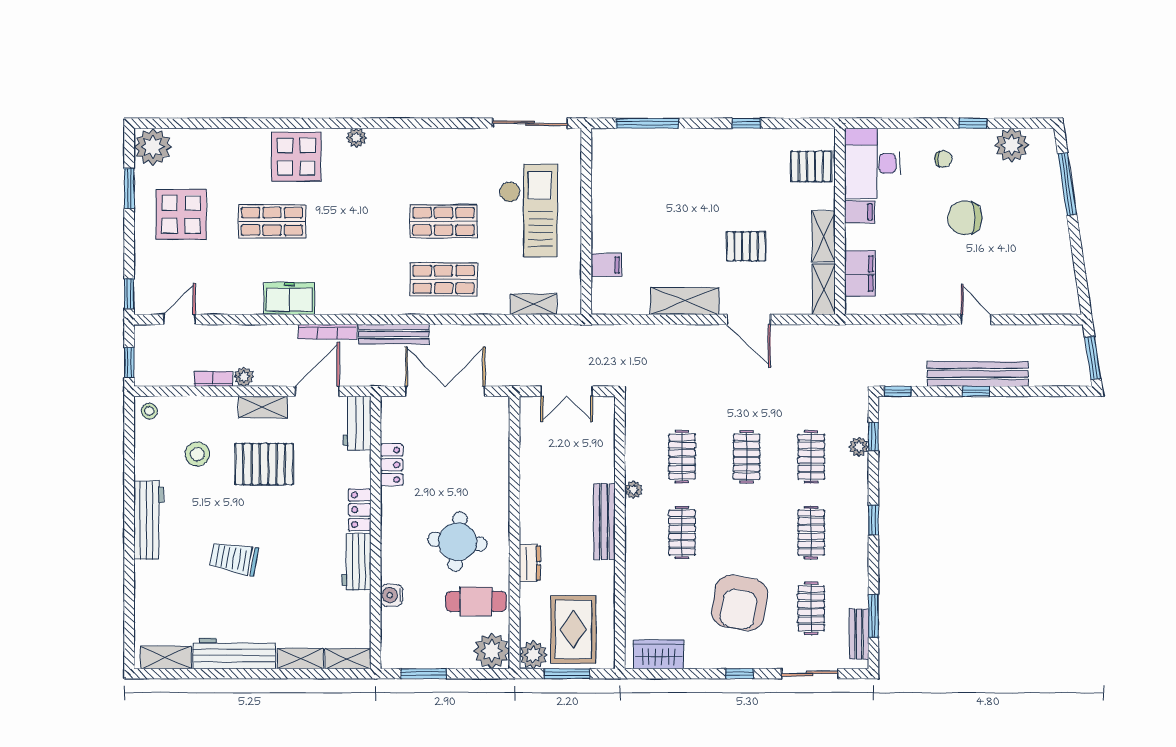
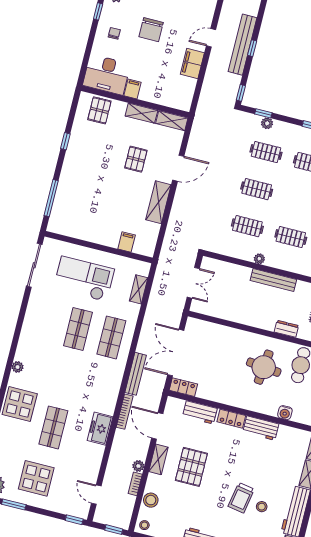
filing cabinet: (860, 273) -> (192, 63), moved, turned -90
workbench: (357, 423) -> (200, 412), moved
stool: (197, 454) -> (151, 500), moved
locker: (392, 465) -> (183, 387), moved
stool: (228, 596) -> (262, 507), added

